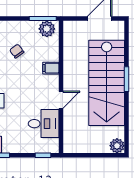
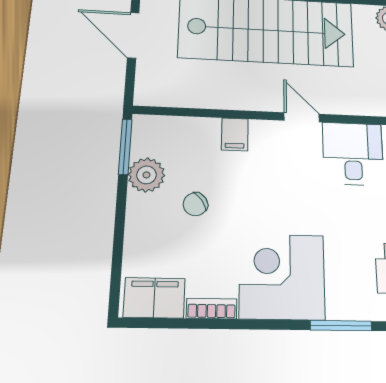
plant: (47, 29) -> (146, 175), moved

